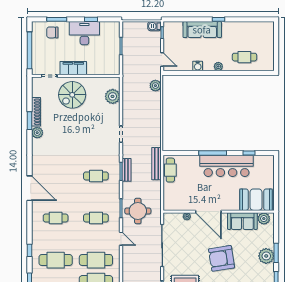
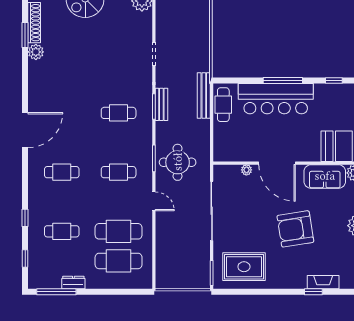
bar counter: (226, 166) -> (276, 99), moved
door: (30, 188) -> (25, 130), hinge flipped
cafe table: (56, 260) -> (62, 231), width x0.73, depth x0.74

